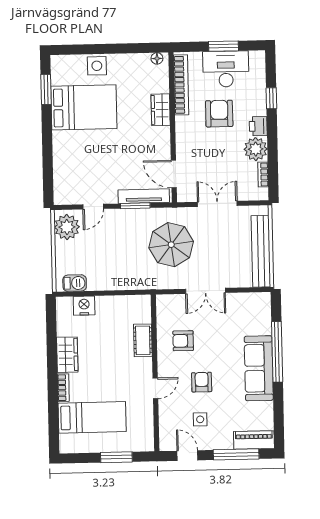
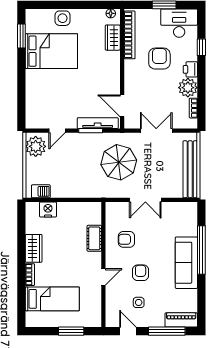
desk: (226, 69) -> (179, 23), moved
wardrobe: (161, 110) -> (113, 38), moved

